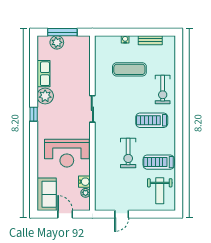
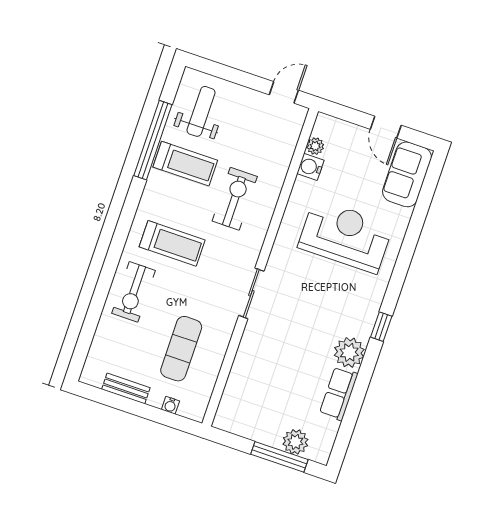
exercise mat: (129, 69) -> (181, 349), turned 90
exercise bike: (163, 90) -> (134, 292), turned 180
sliding door: (92, 109) -> (251, 293), moved
wall: (92, 123) -> (260, 267), moved
window: (179, 168) -> (153, 140), added
water cooler: (84, 182) -> (310, 167), moved
plant: (86, 193) -> (315, 146), moved

